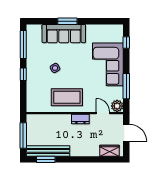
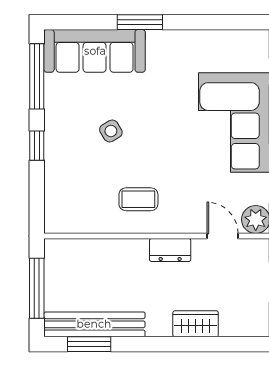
sofa: (64, 34) -> (95, 51), moved
coffee table: (67, 97) -> (138, 199), width x0.54, depth x0.58
wardrobe: (109, 151) -> (196, 324), moved

